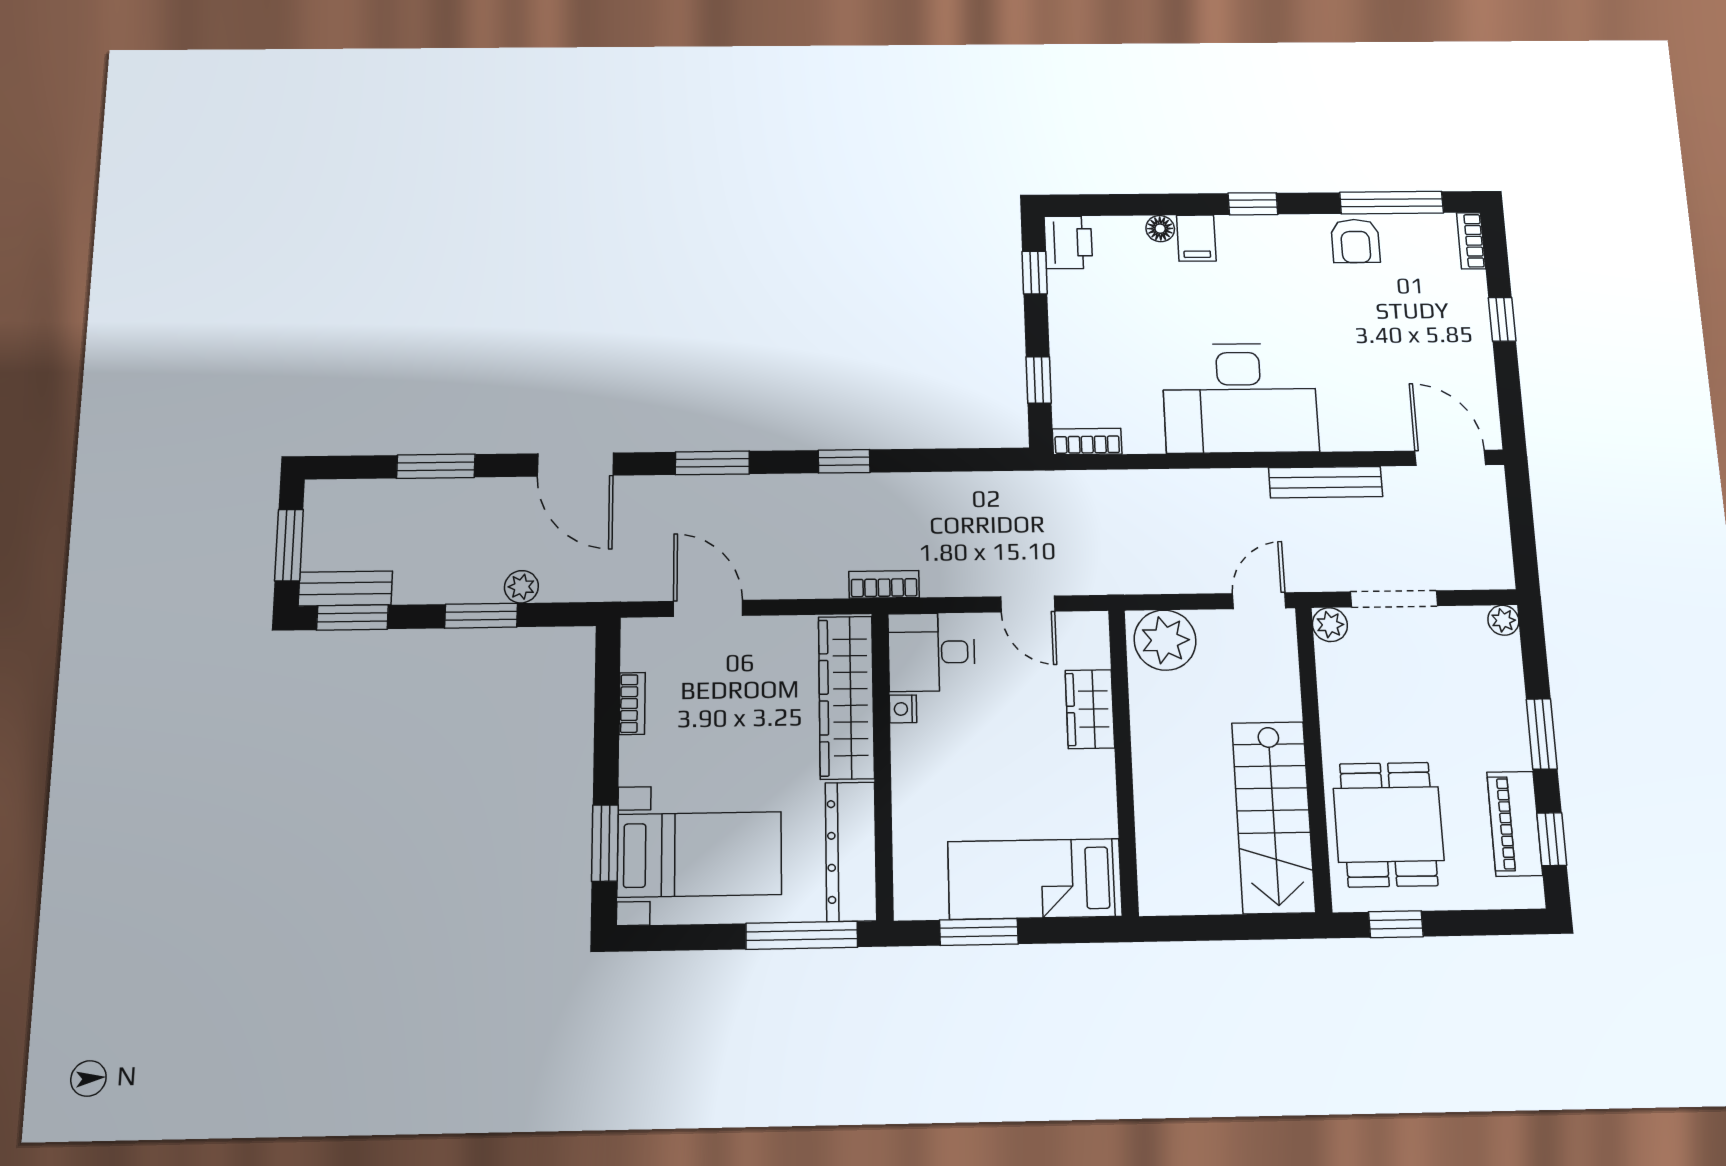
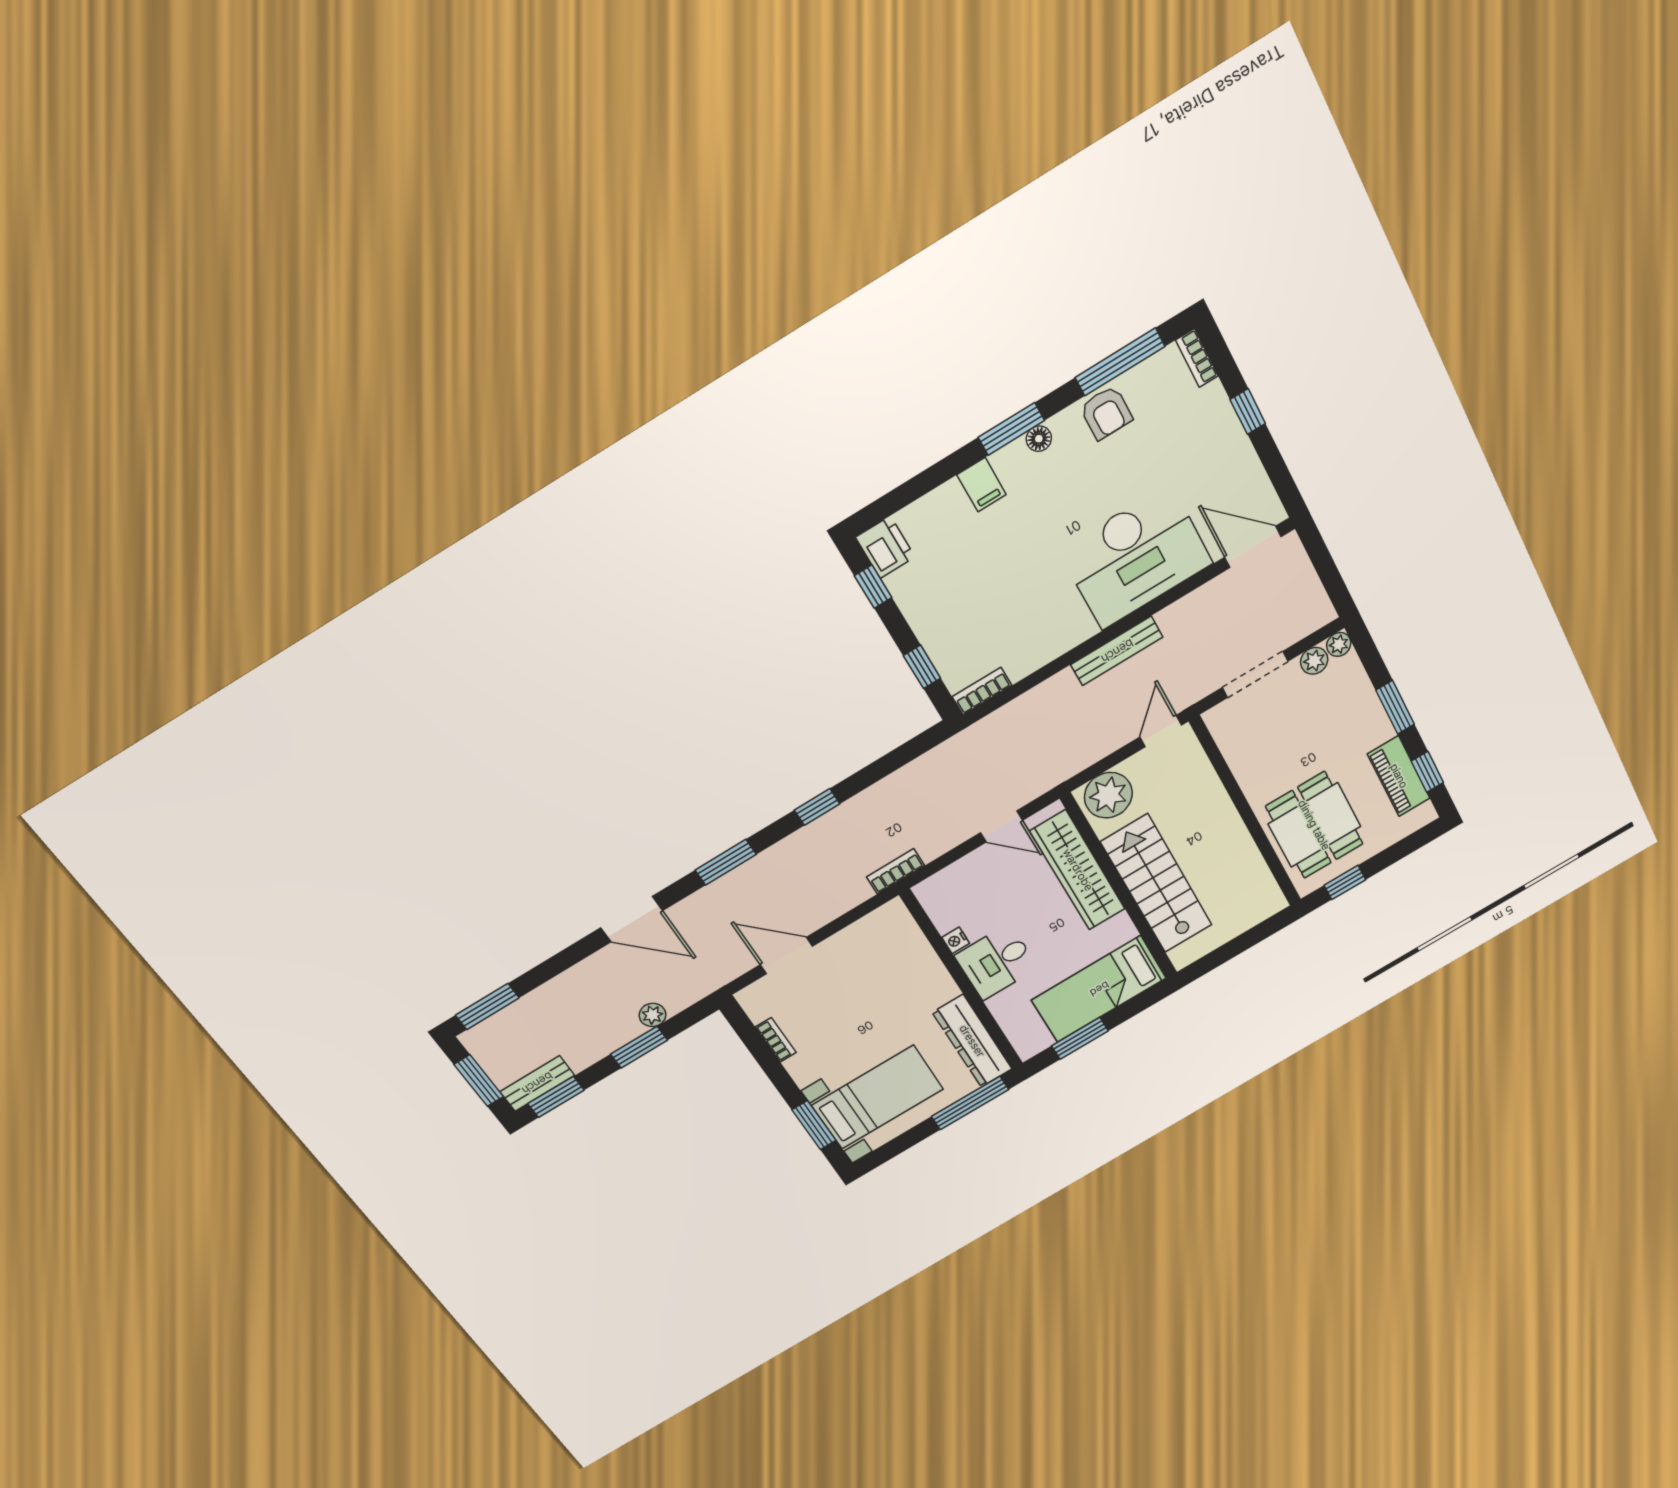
window: (1253, 204) -> (1011, 429), width x1.50
floor lamp: (1160, 229) -> (1039, 439), moved
desk: (1240, 398) -> (1136, 557), moved
window: (436, 466) -> (487, 1007), moved
bench: (1325, 482) -> (1117, 651), moved
plant: (1330, 625) -> (1314, 661), moved
desk: (932, 652) -> (996, 962), moved
wardrobe: (846, 697) -> (914, 955), removed
wardrobe: (1090, 709) -> (1078, 870), width x2.10, depth x1.17
stairs: (1273, 817) -> (1157, 884), moved, turned 180

